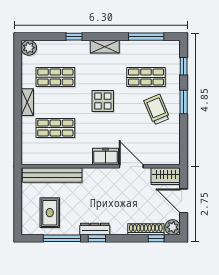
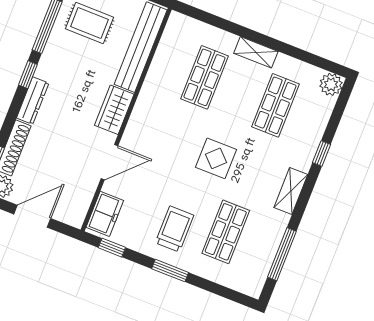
window: (184, 66) -> (112, 248), moved
trolley: (157, 110) -> (175, 229), turned -67
freezer: (105, 156) -> (105, 214), moved
wardrobe: (166, 176) -> (114, 110), moved
dresser: (95, 229) -> (33, 101), moved

